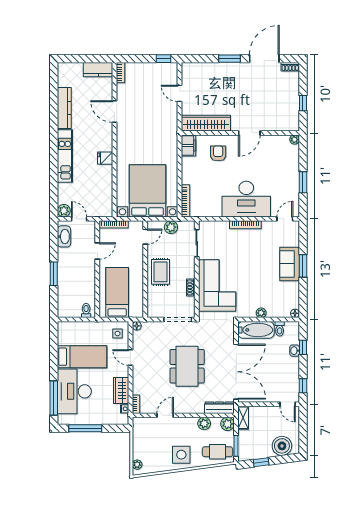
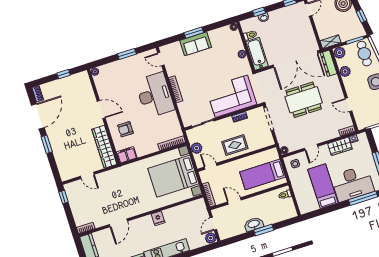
door: (264, 59) -> (38, 116), swing flipped
door: (180, 93) -> (87, 175), hinge flipped
washbasin: (64, 236) -> (254, 224), moved
double door: (236, 372) -> (295, 59), swing flipped

